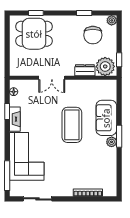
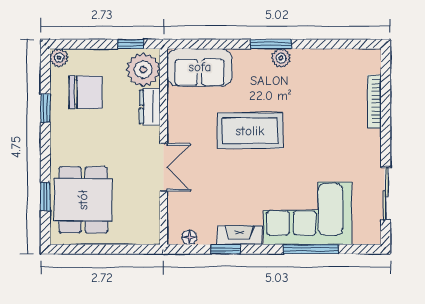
sofa: (106, 118) -> (200, 67), moved
window: (7, 176) -> (311, 249), moved

